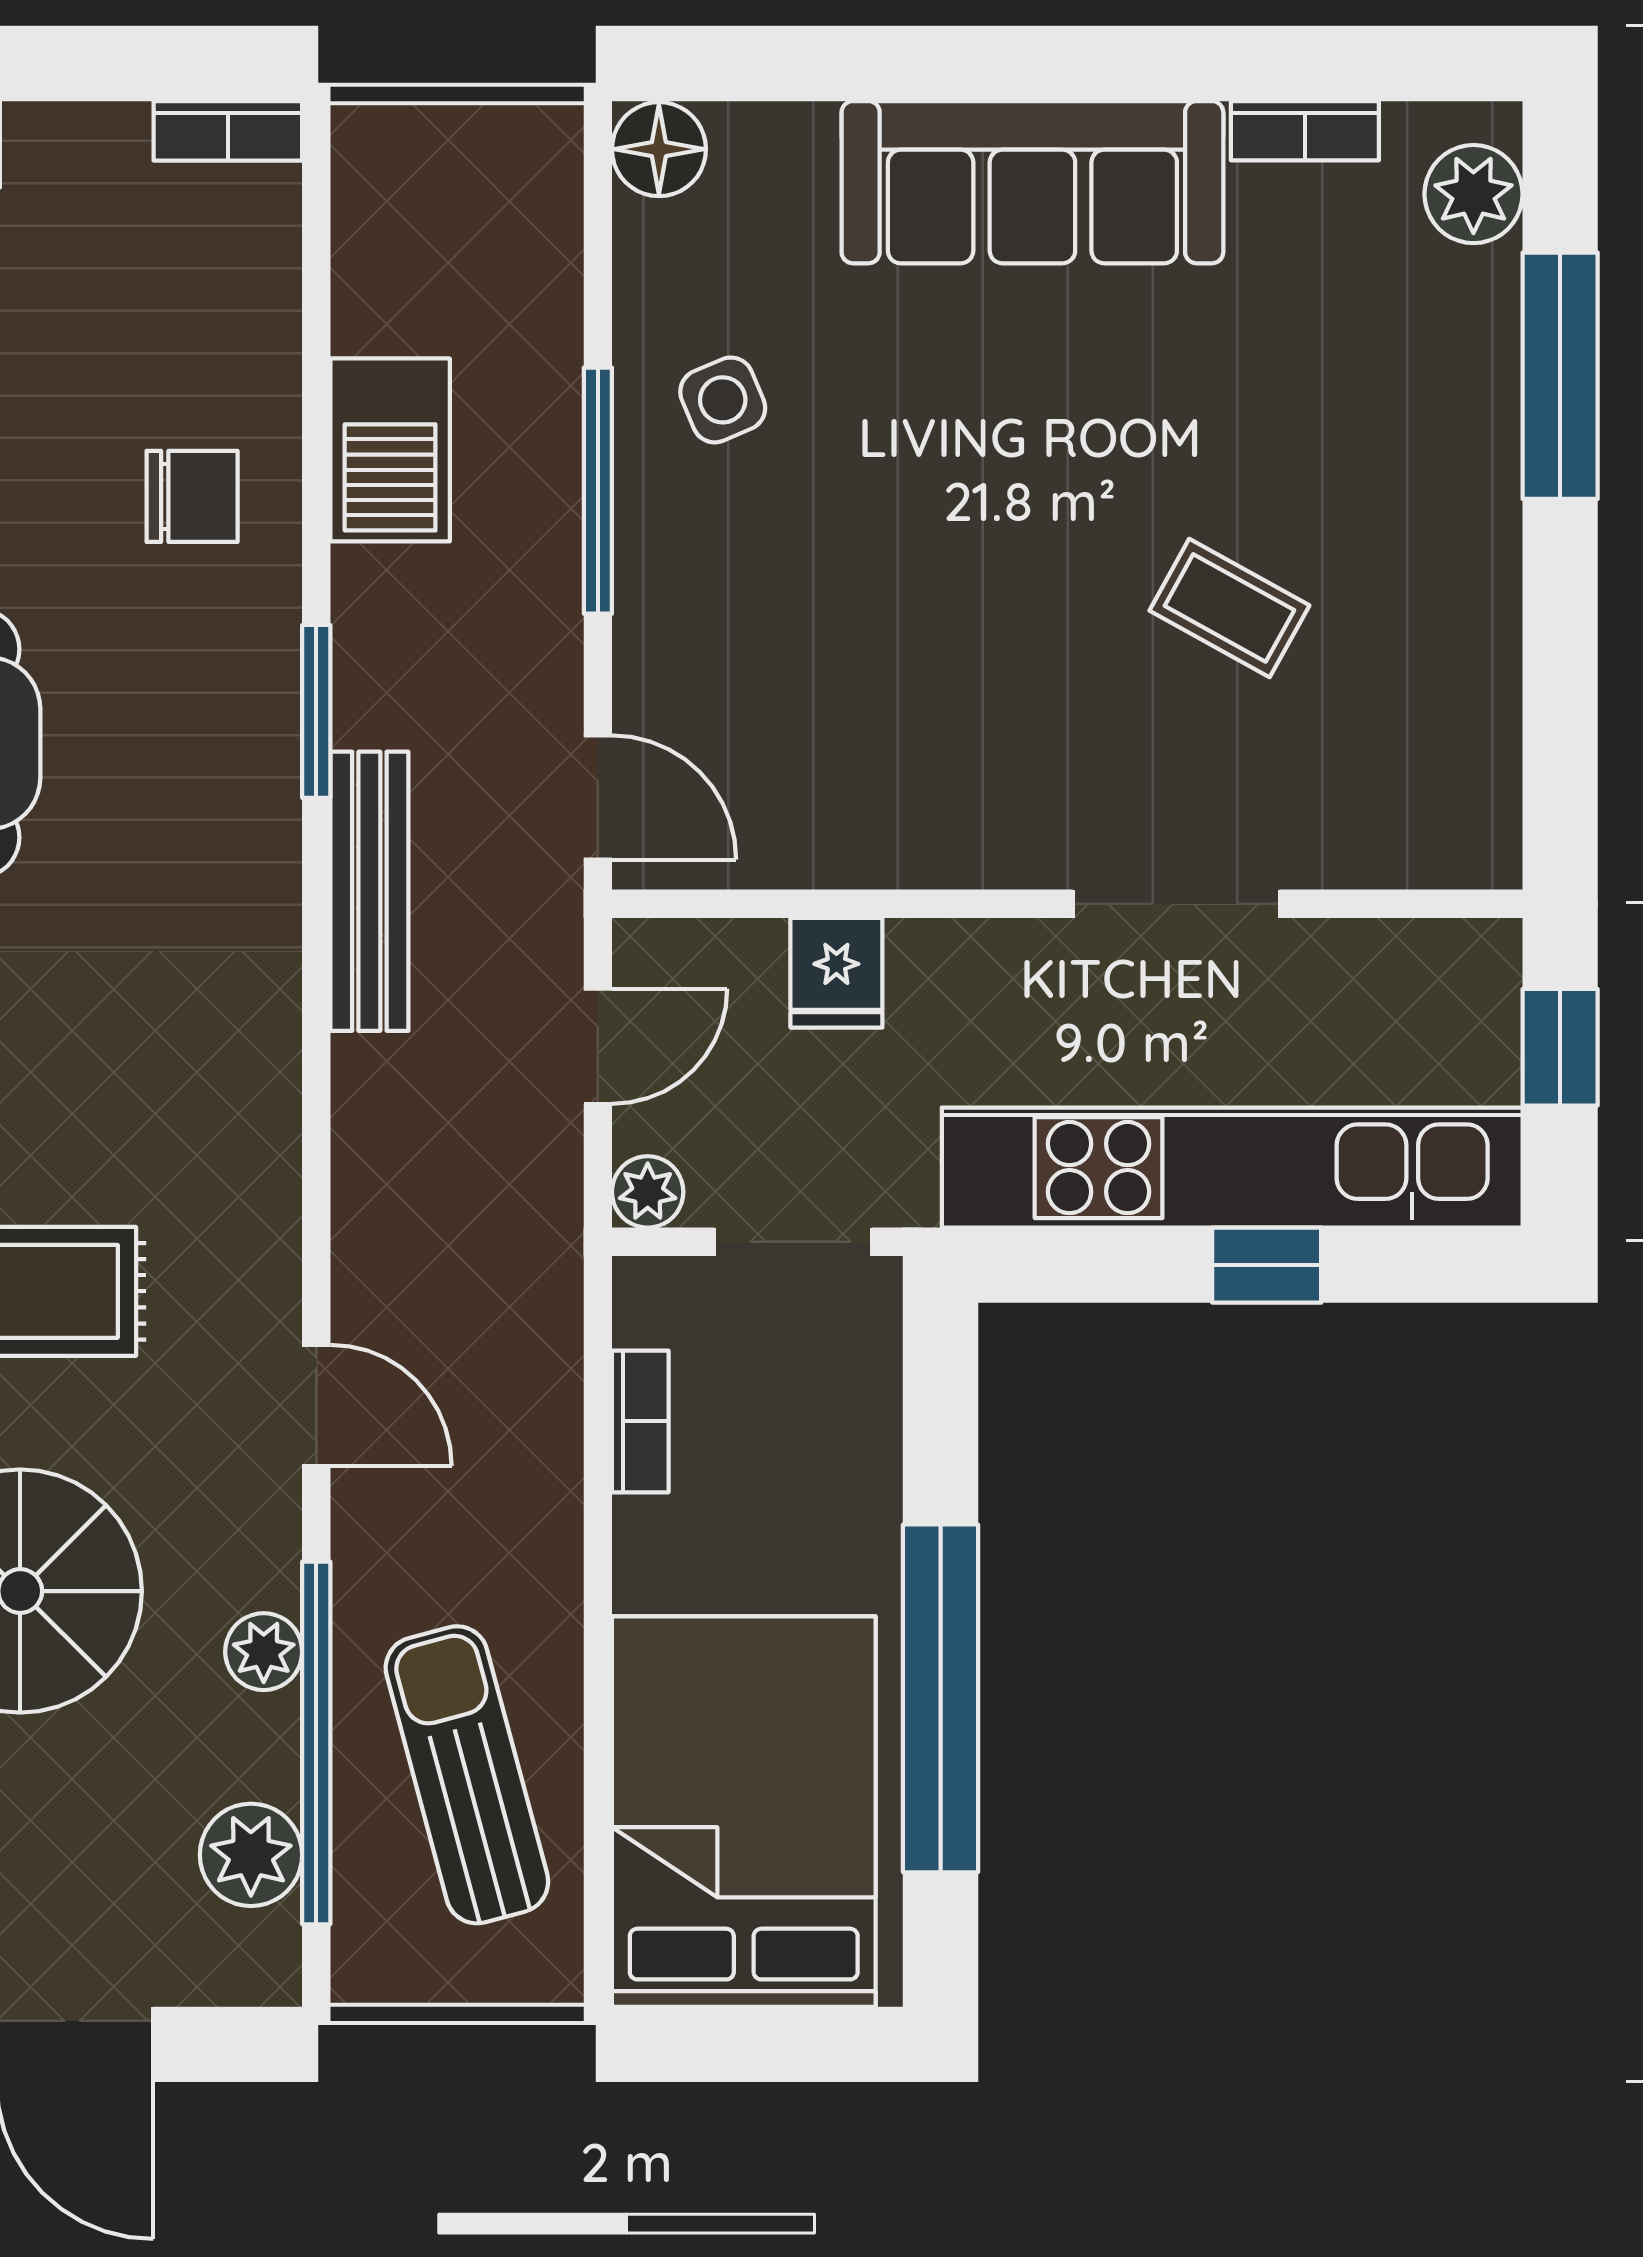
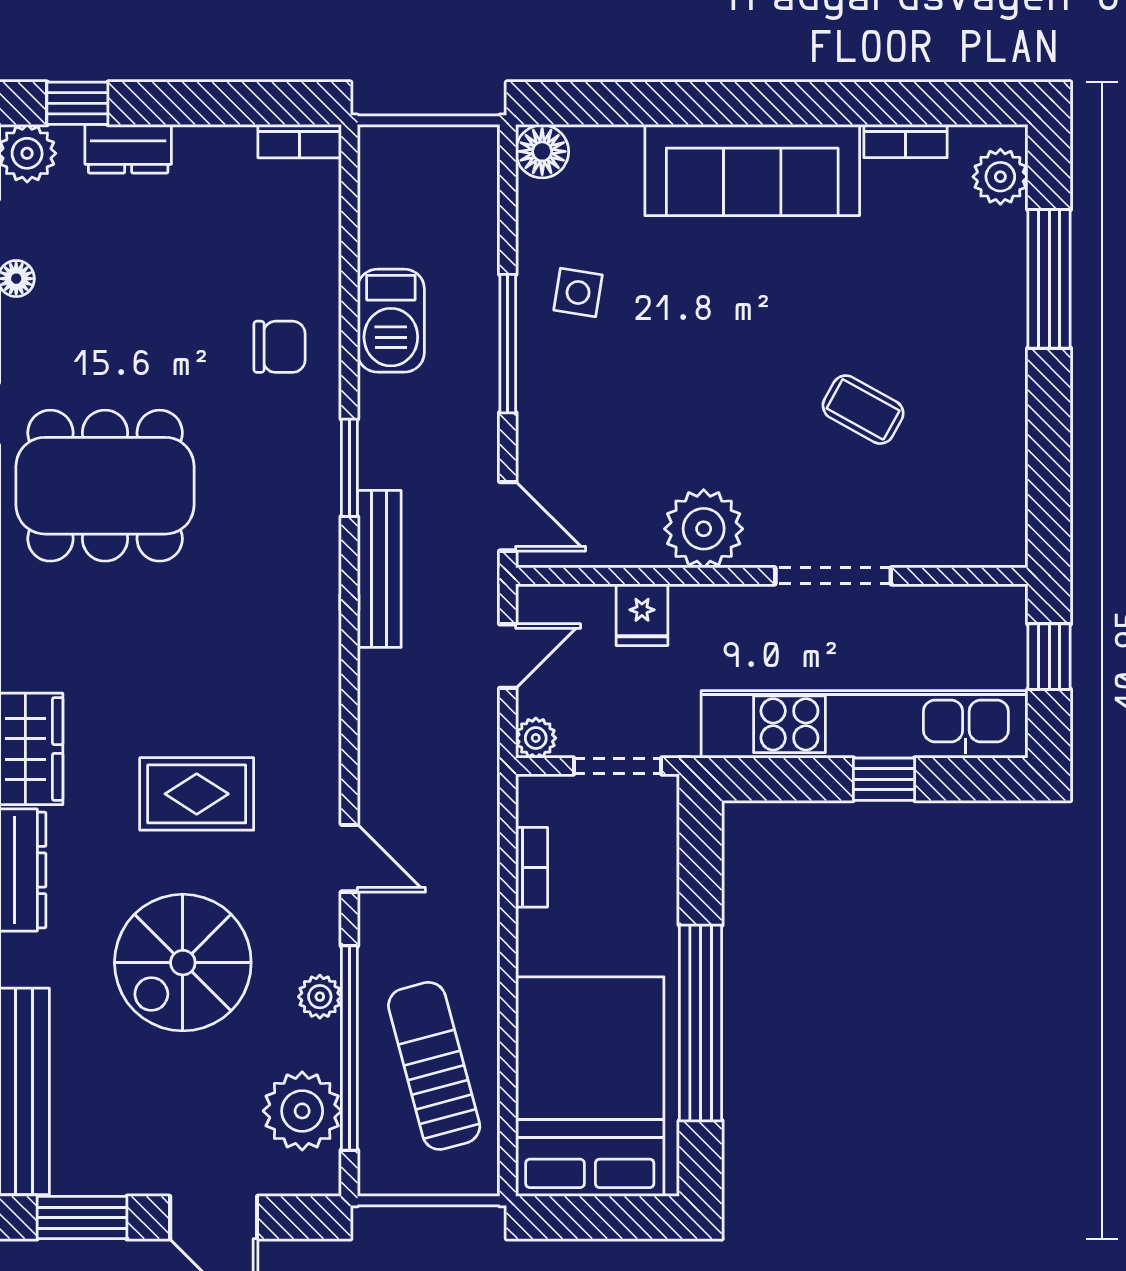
side table: (723, 400) -> (578, 292), turned 32
plant: (946, 820) -> (704, 529), added
plant: (251, 1855) -> (302, 1111), width x1.36, depth x1.36

